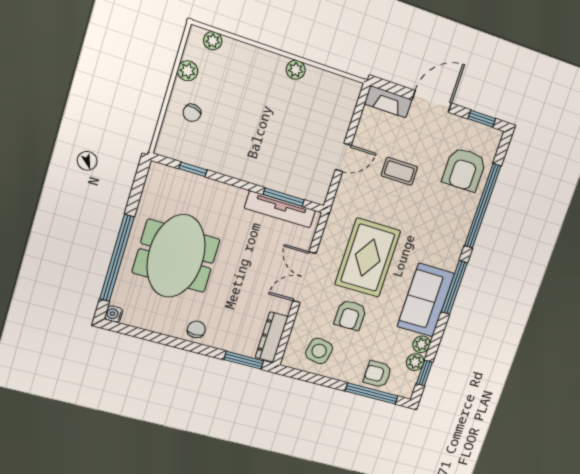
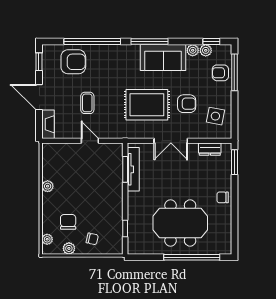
chair: (230, 83) -> (68, 222), added
water cooler: (114, 314) -> (227, 250), removed
dresser: (272, 337) -> (210, 149), width x0.70
armchair: (377, 374) -> (220, 73), turned 90

